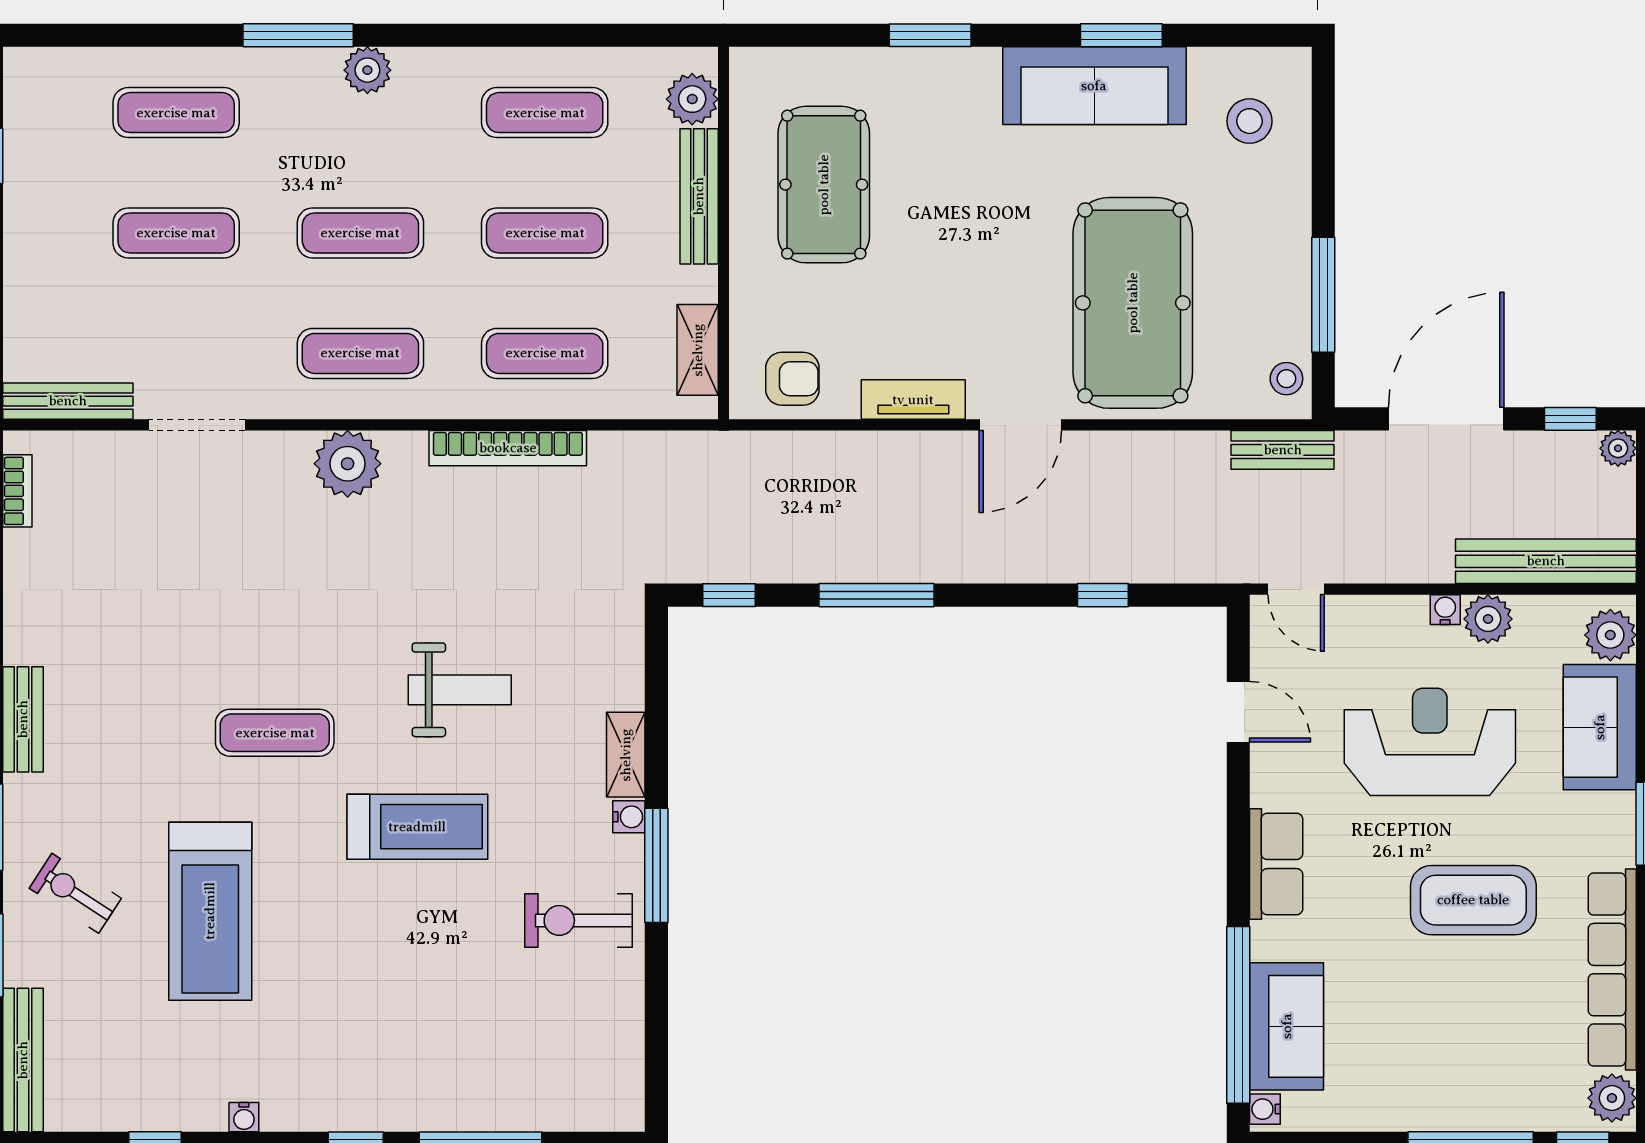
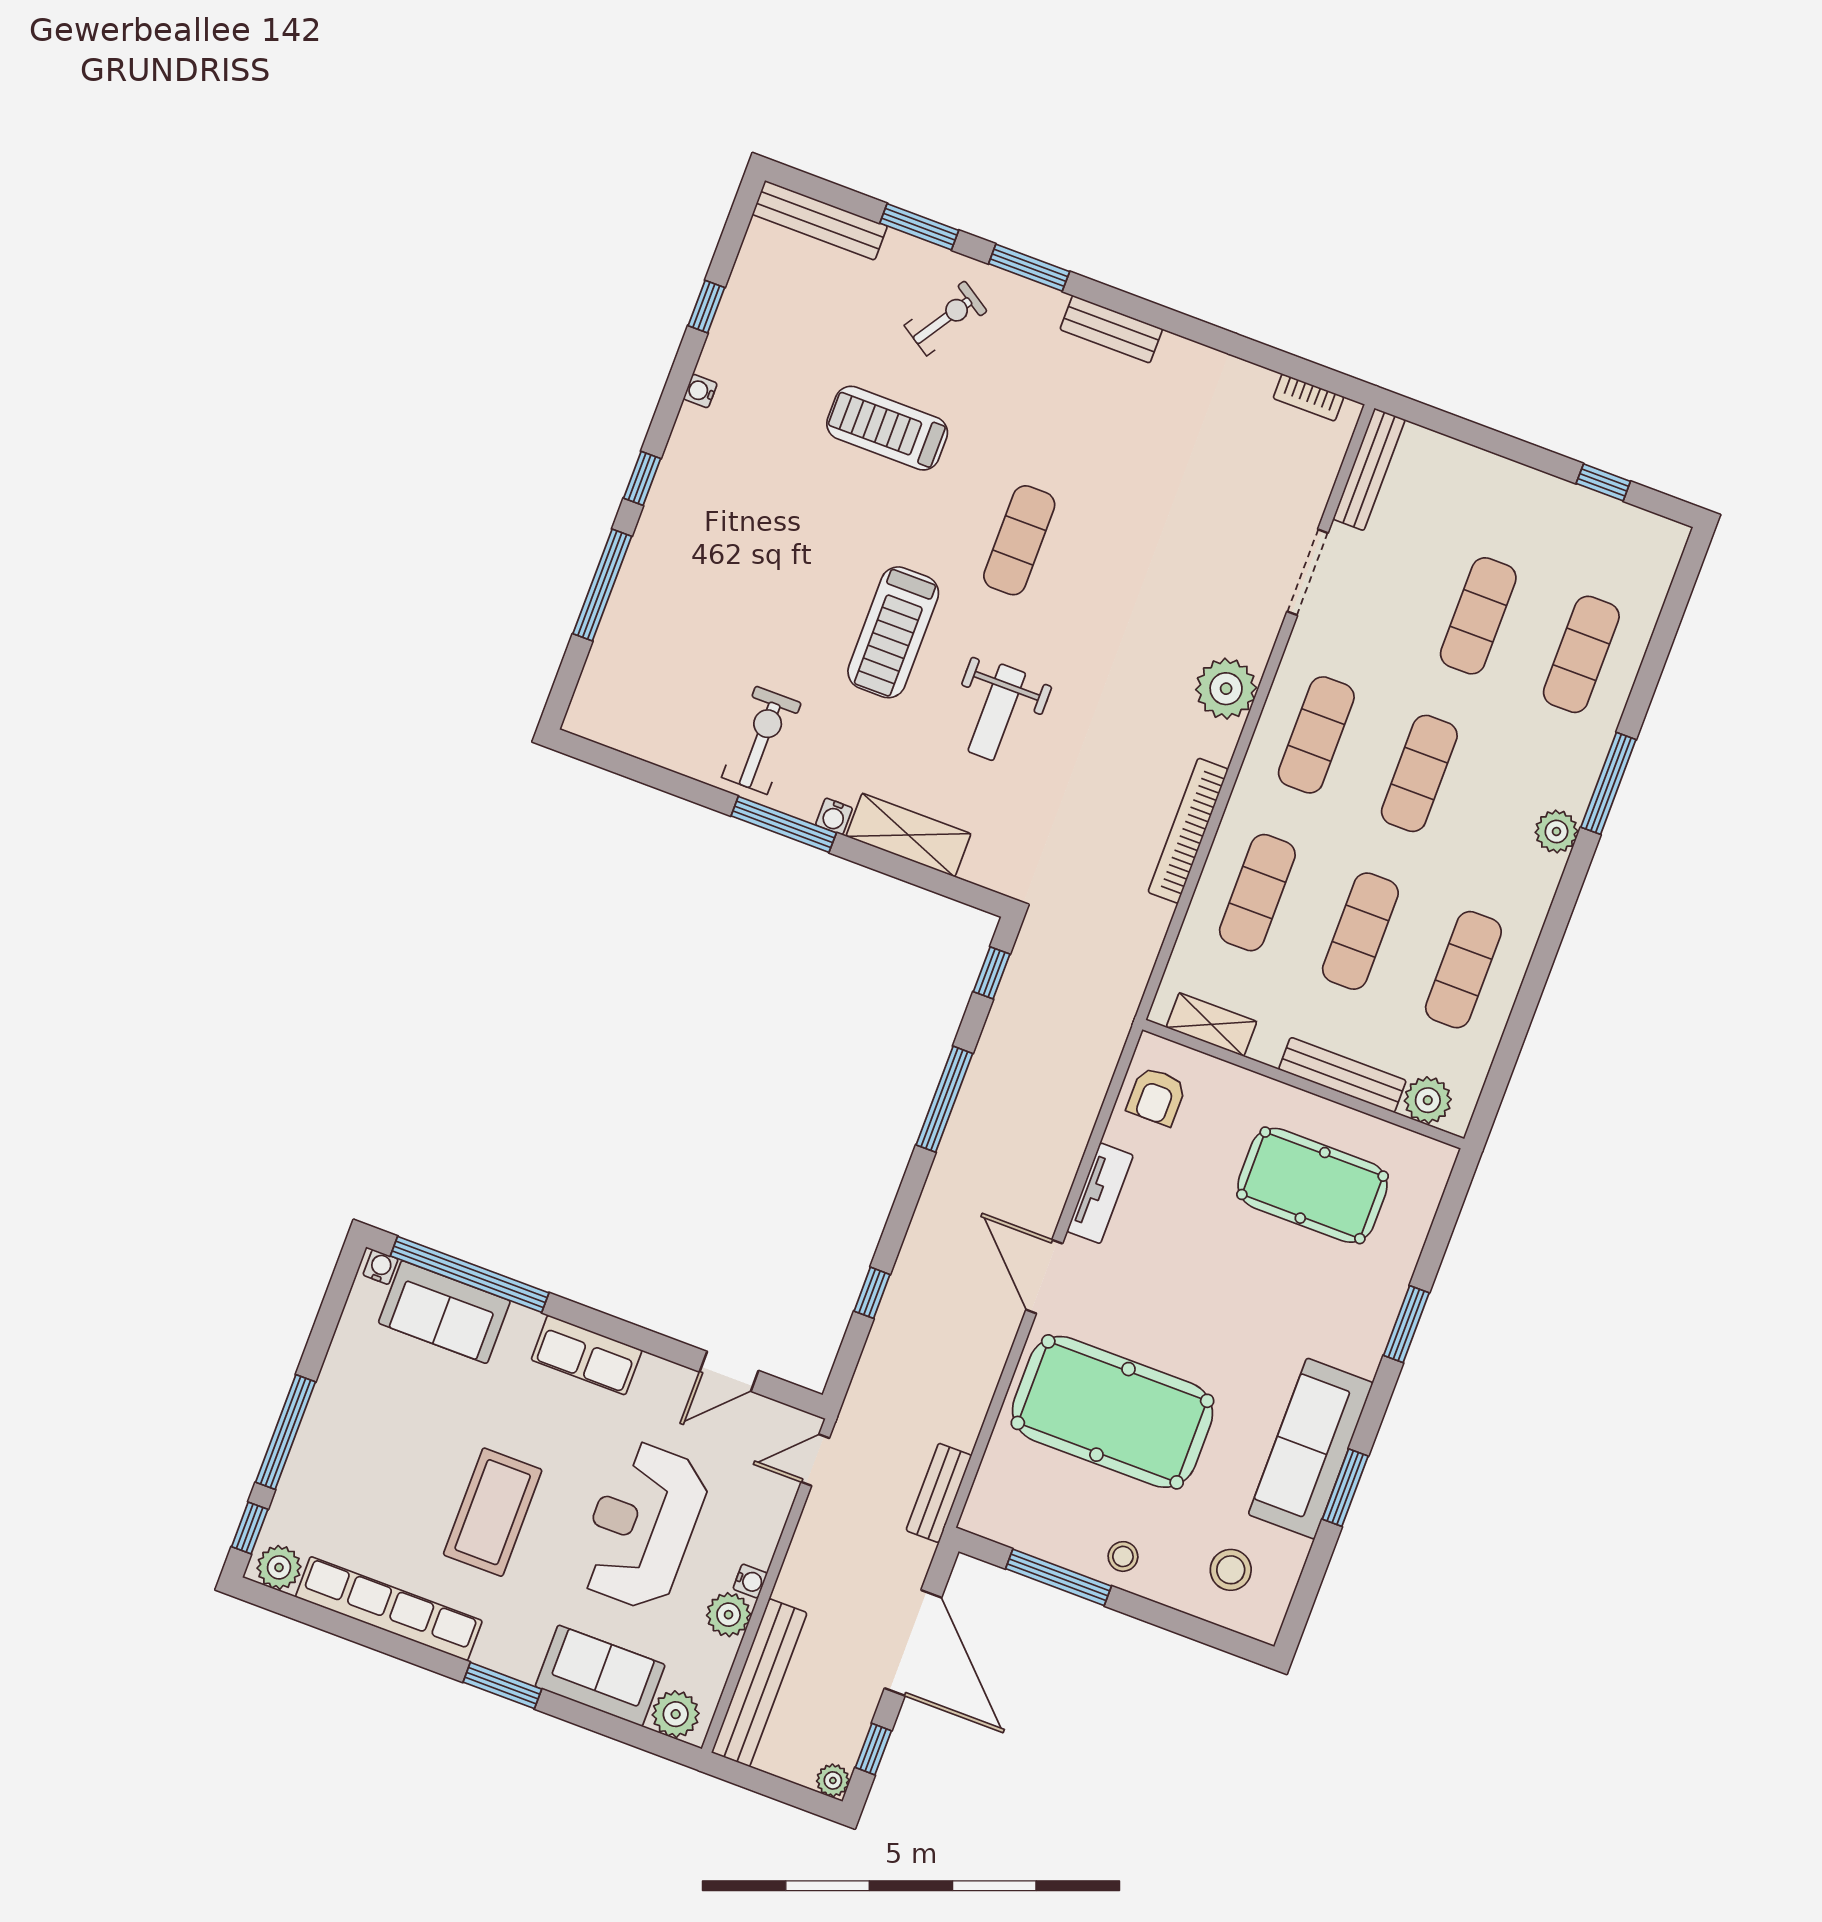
stool: (1286, 379) -> (1123, 1556), moved
reception desk: (1430, 742) -> (642, 1526), turned 180
shelving: (626, 755) -> (908, 835), width x1.50, depth x1.33
treadmill: (210, 911) -> (887, 428), width x0.73, depth x0.73

